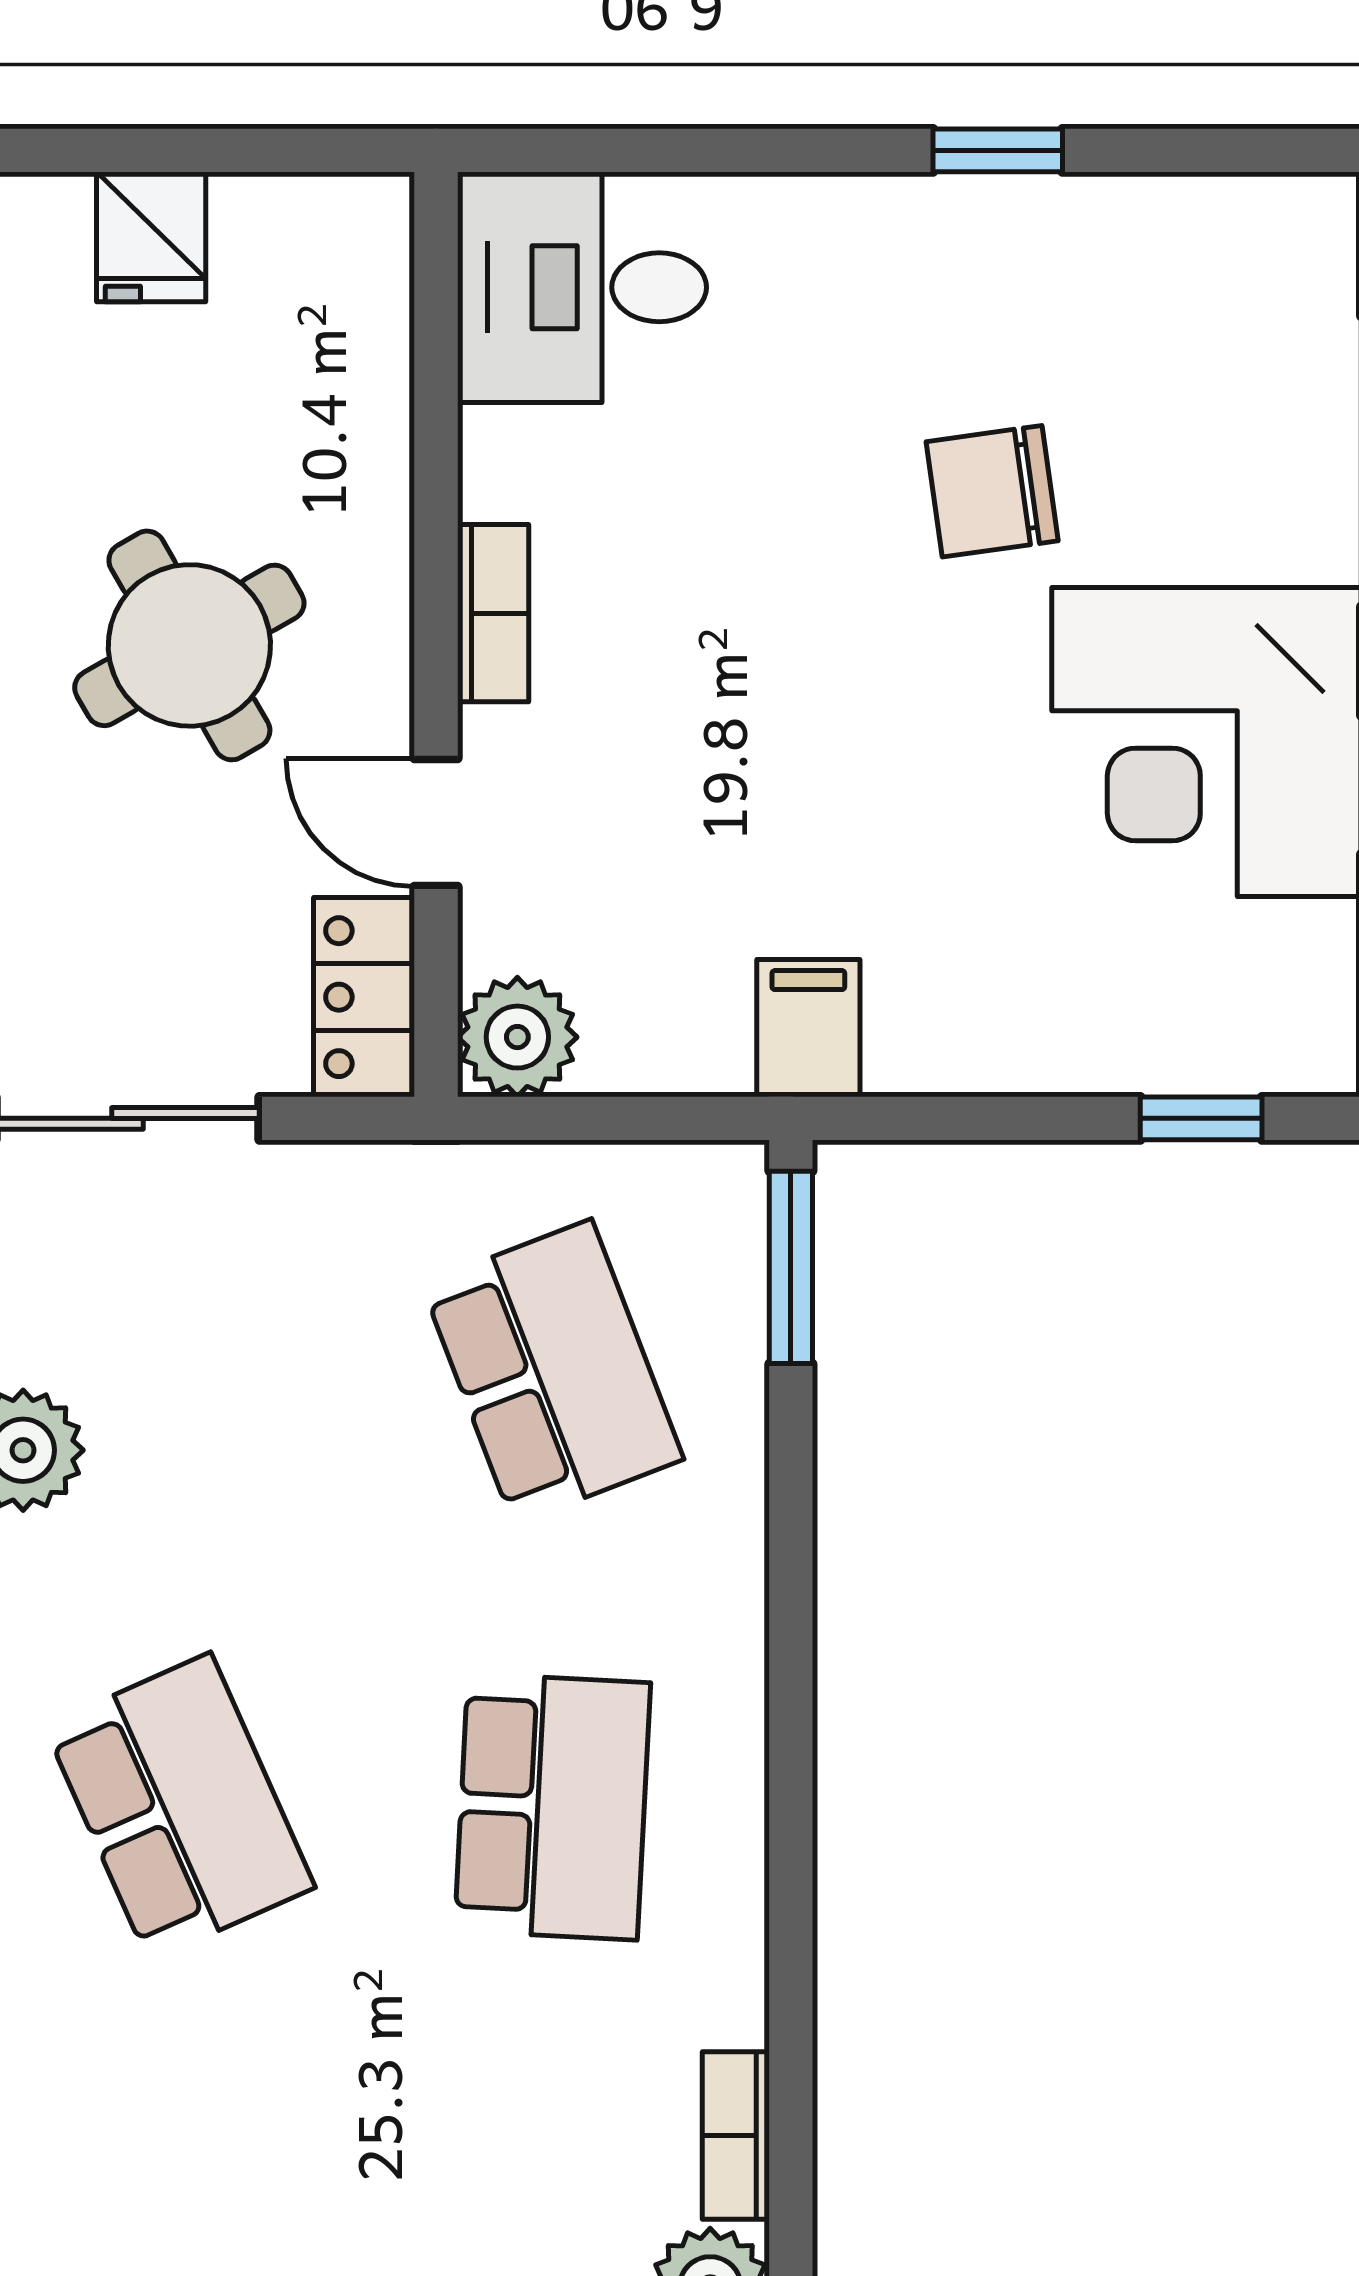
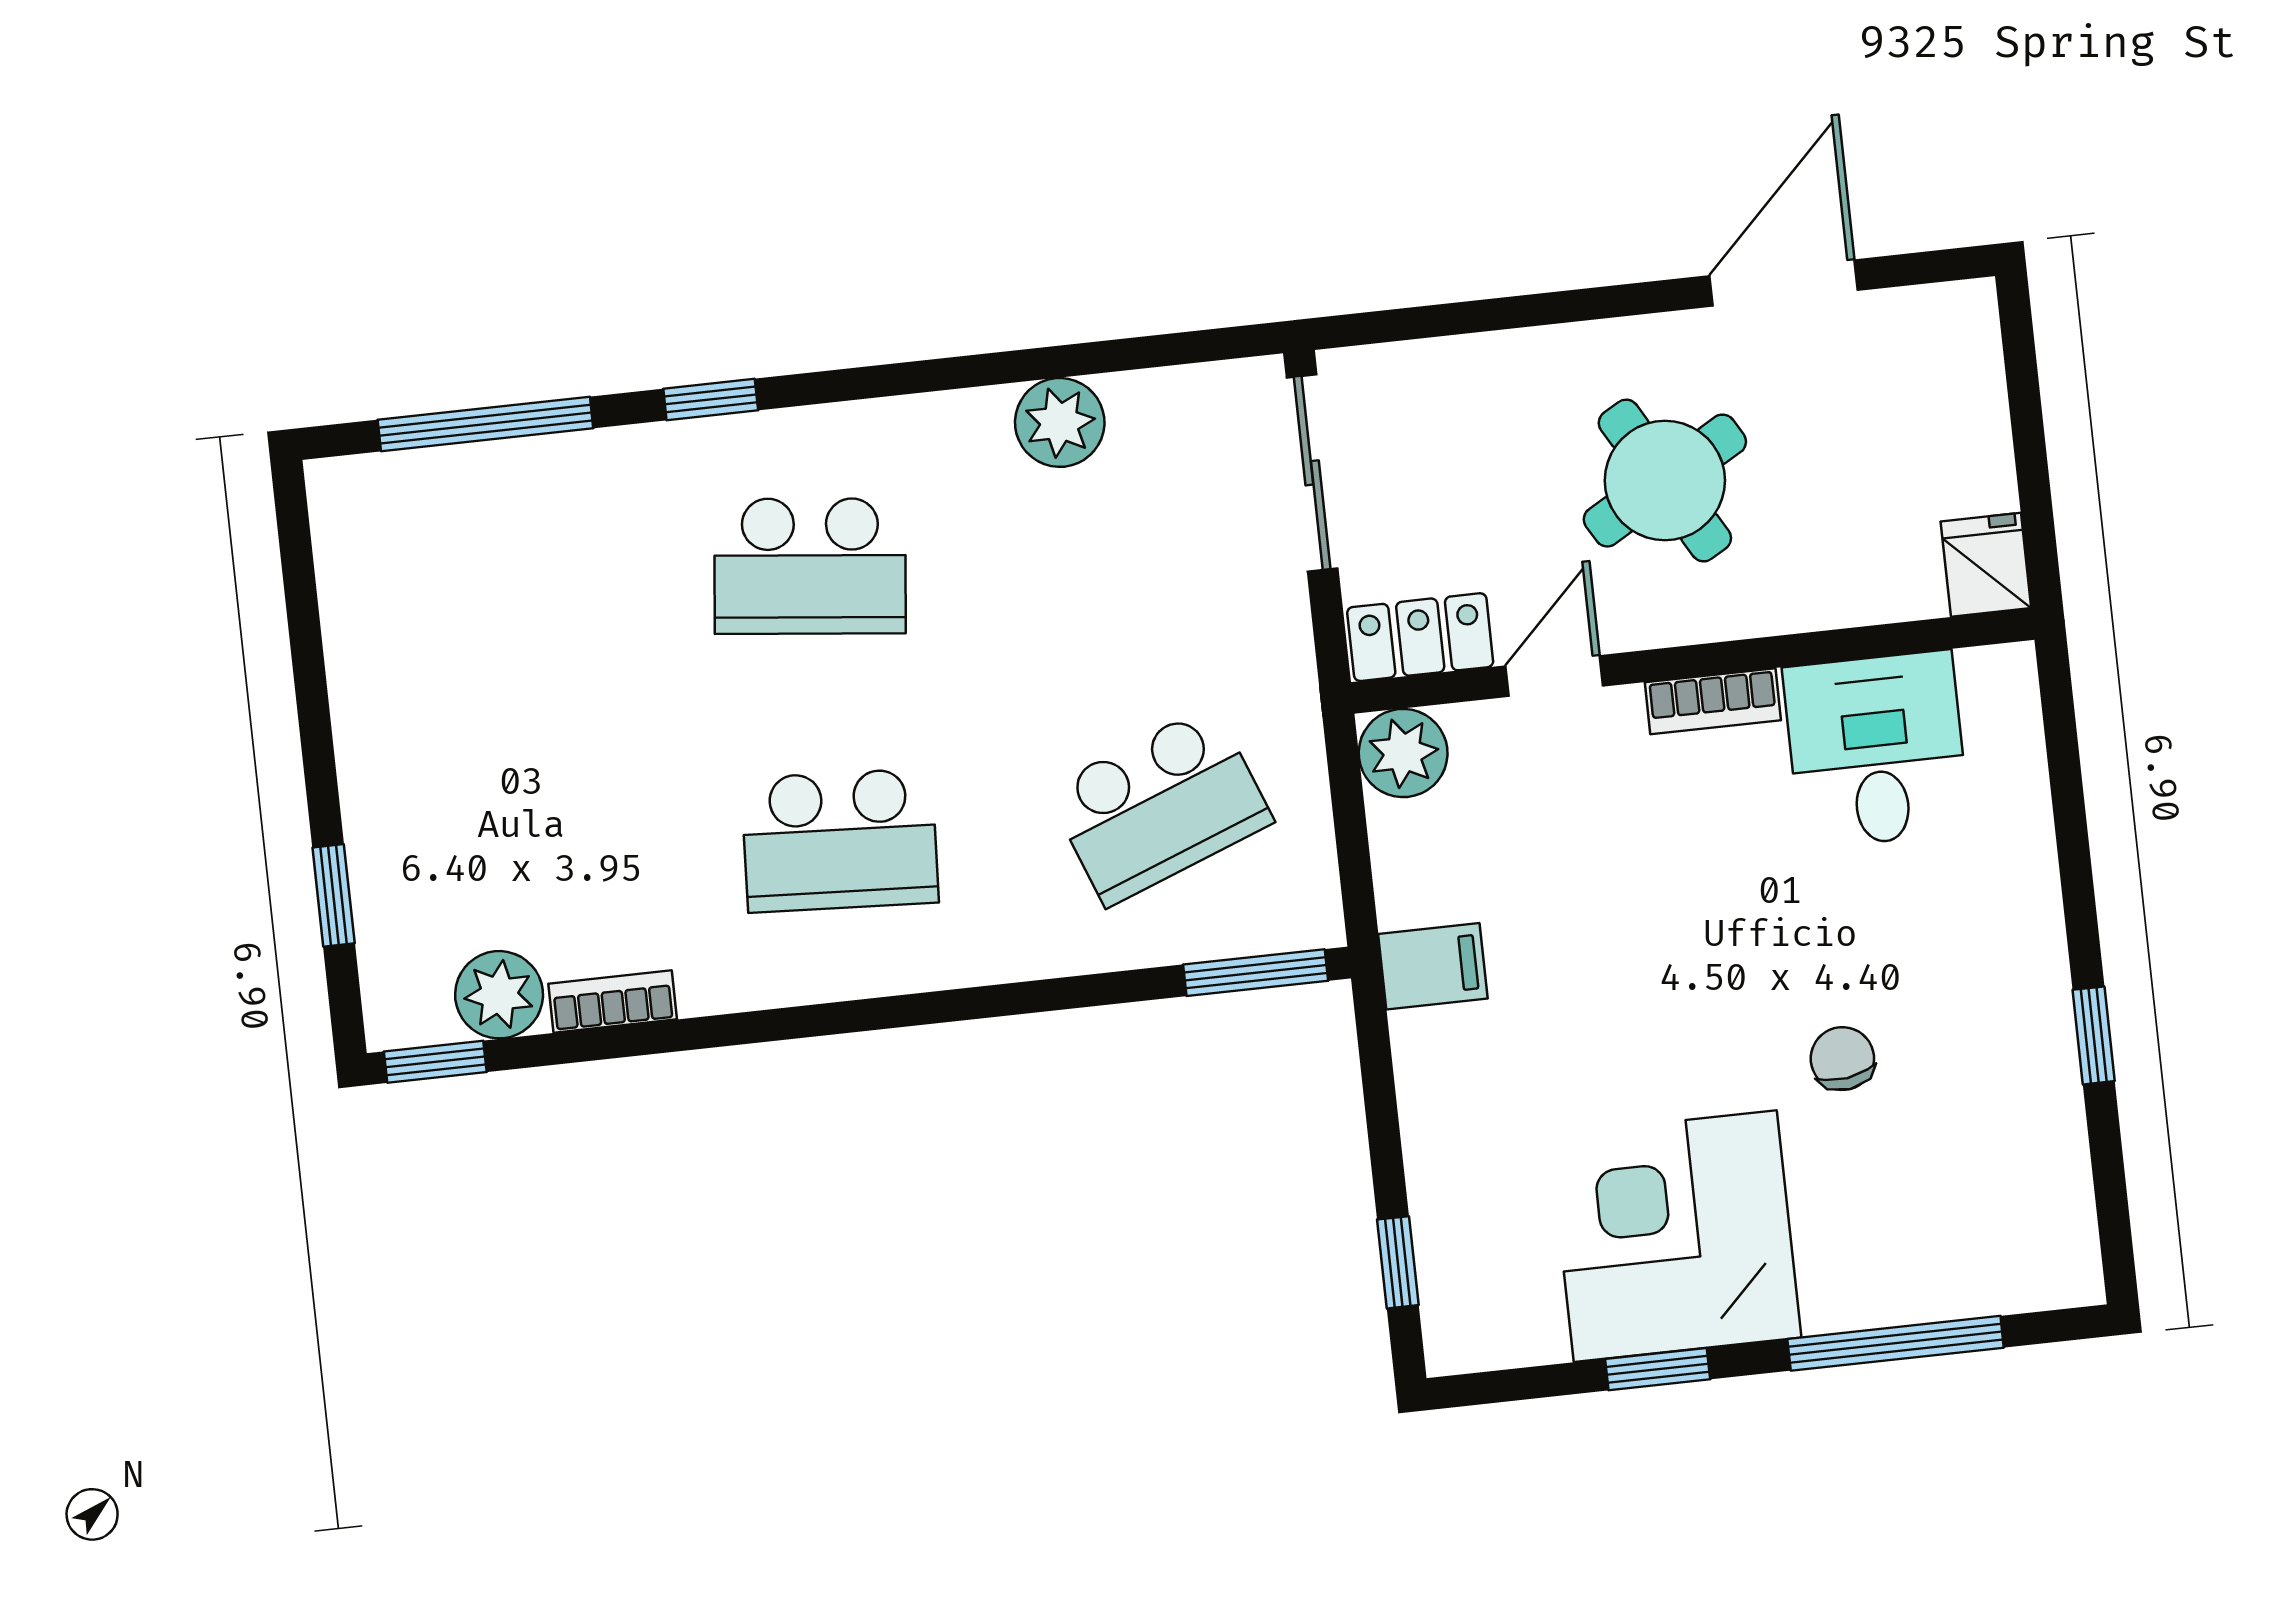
fridge: (151, 237) -> (1986, 565), moved, turned 90
desk: (582, 287) -> (1876, 750), moved
chair: (992, 491) -> (1842, 1059), width x0.73, depth x0.73
school desk: (180, 1807) -> (810, 566), turned 30

